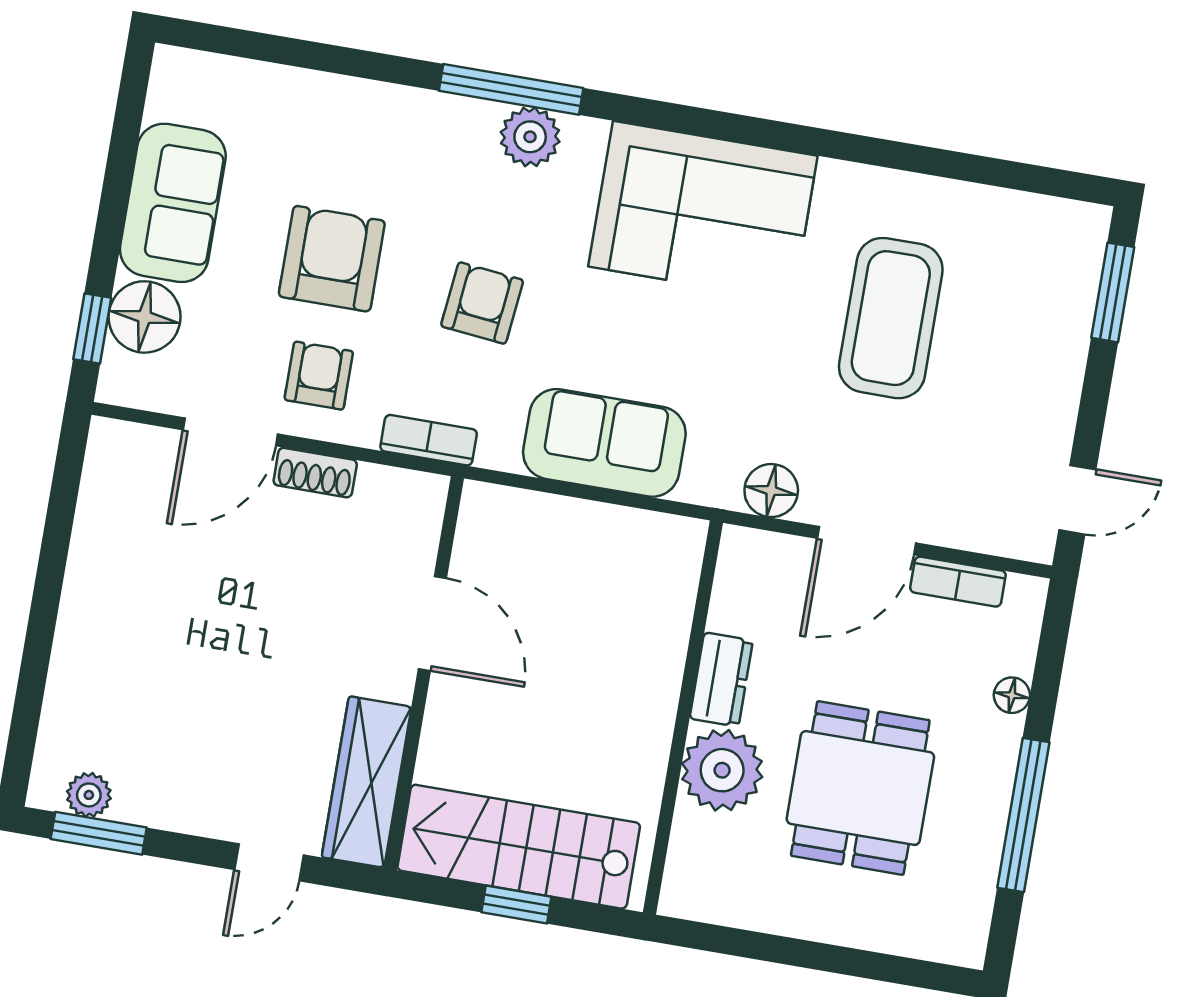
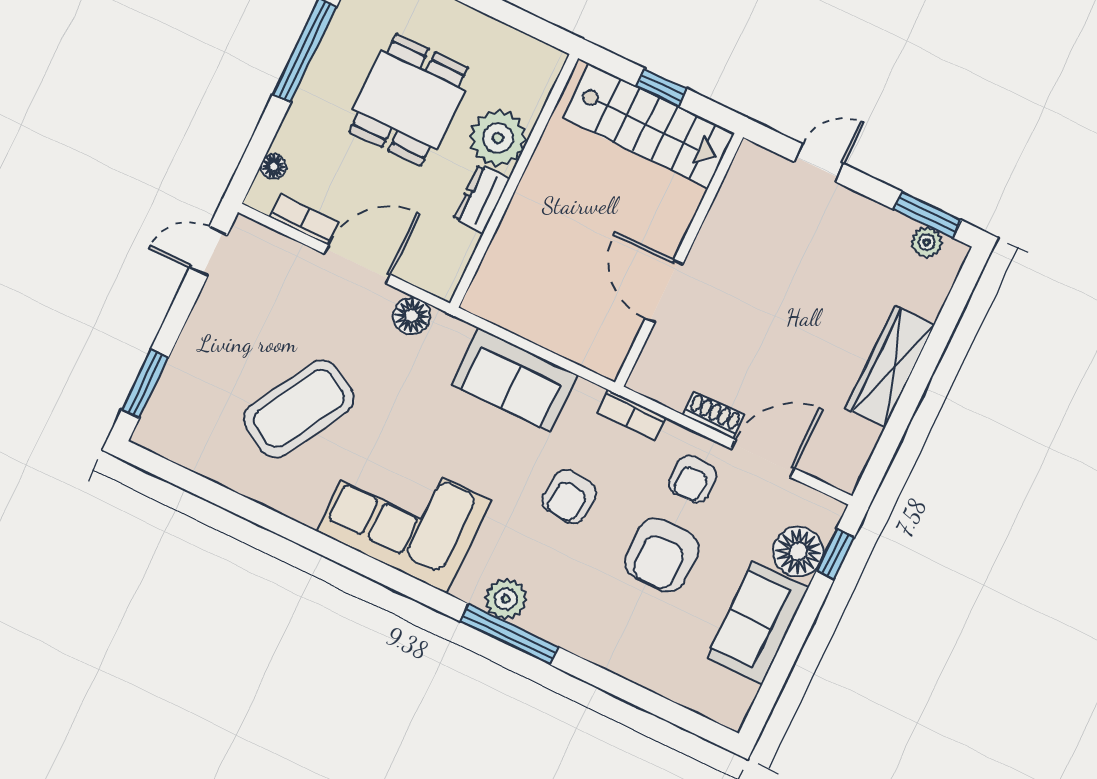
coffee table: (891, 318) -> (299, 409), turned 30
floor lamp: (1012, 695) -> (273, 167), moved
wardrobe: (367, 782) -> (890, 367), moved, turned 180

